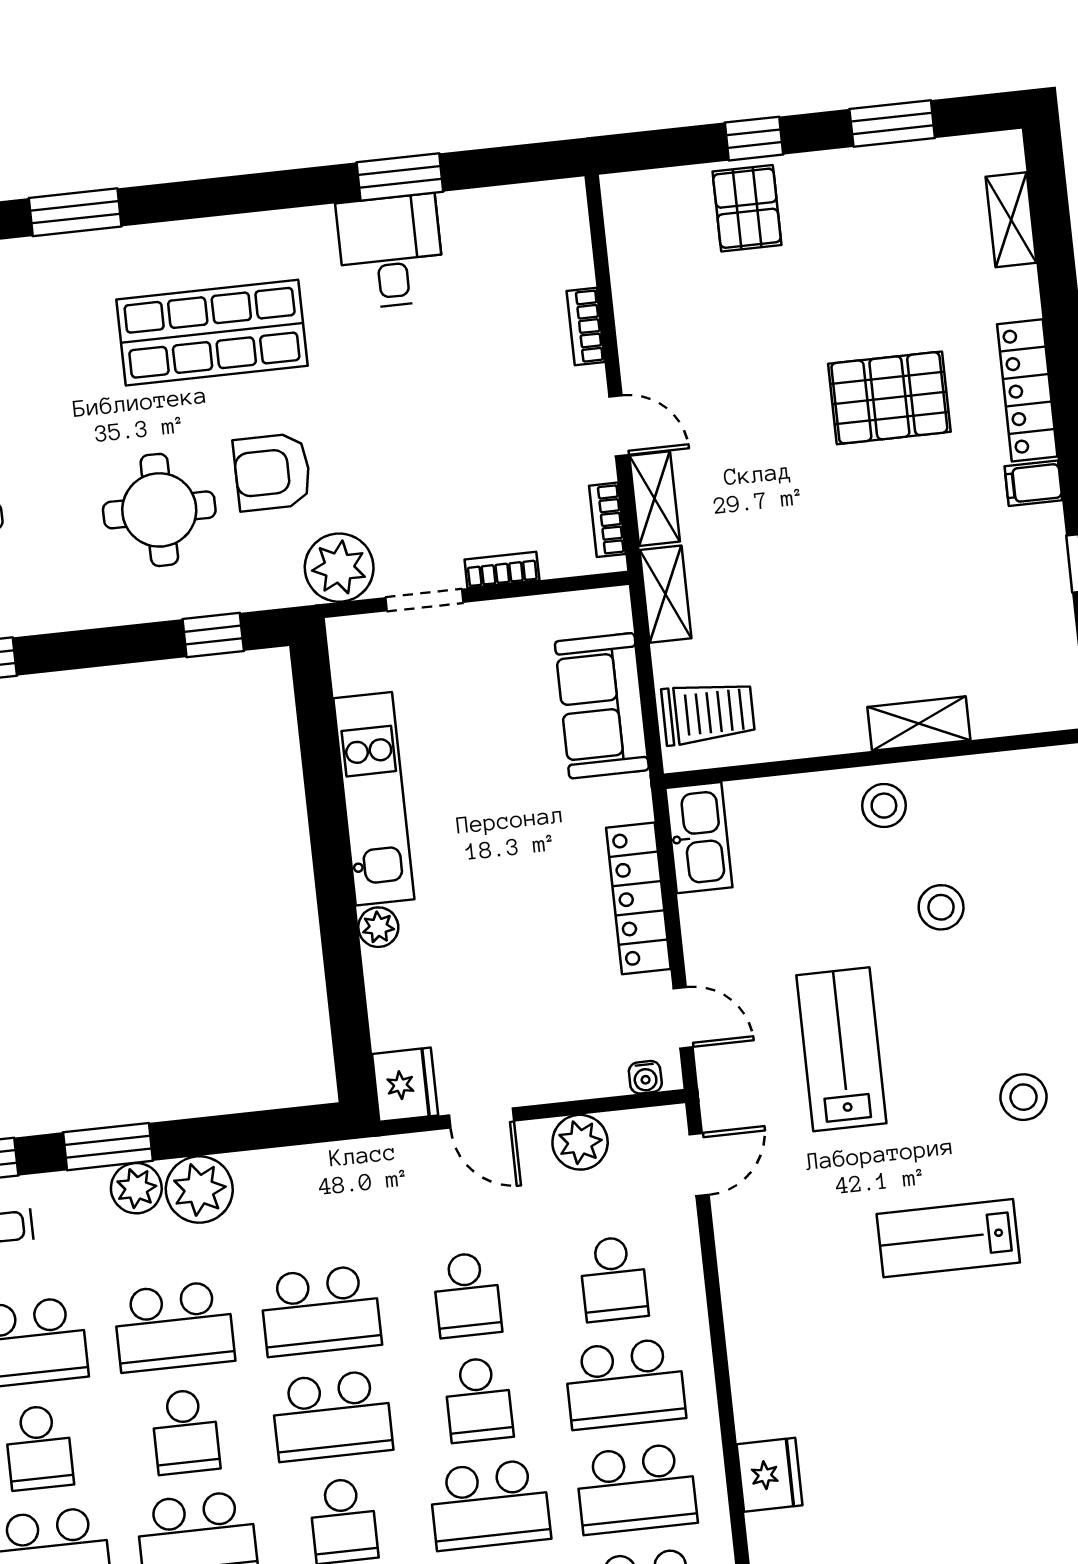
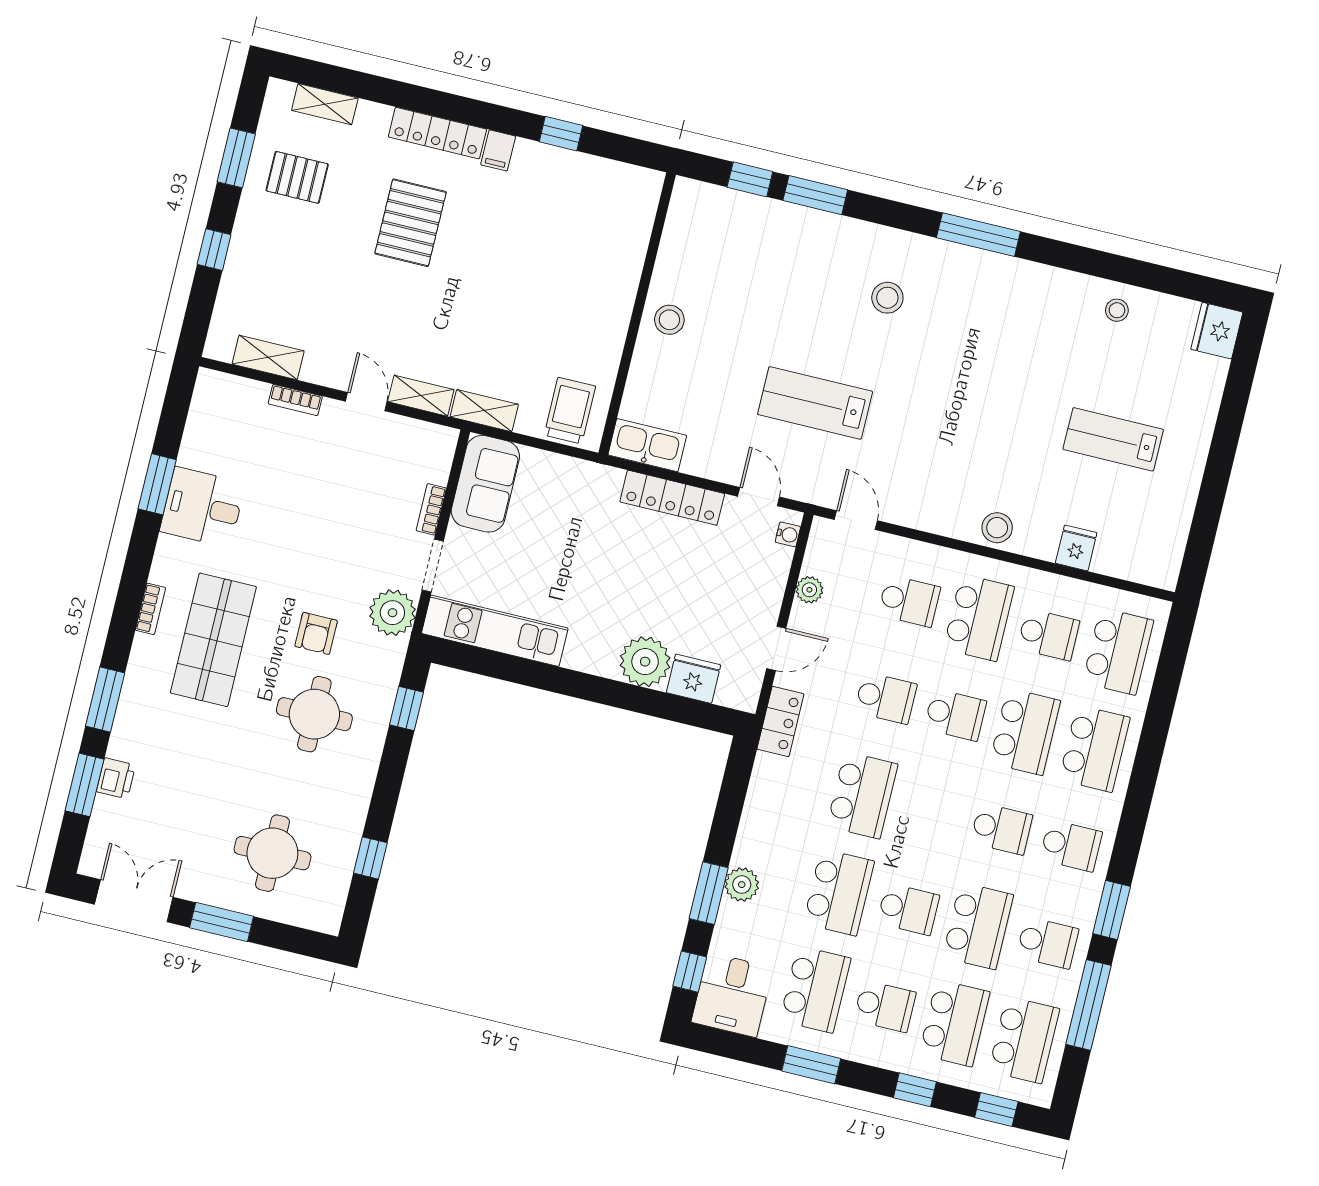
pallet: (747, 208) -> (297, 177), moved
door: (619, 426) -> (366, 402), hinge flipped
armchair: (272, 472) -> (316, 633), width x0.72, depth x0.72
bookcase: (607, 520) -> (150, 609), moved, turned -90
sofa: (602, 706) -> (485, 484), moved, turned -90
shelving: (919, 724) -> (268, 357), moved, turned 90
kitchen unit: (374, 799) -> (495, 631), moved
stool: (941, 907) -> (997, 528), moved
plant: (378, 927) -> (645, 662), width x1.88, depth x1.88
door: (683, 1018) -> (759, 497), hinge flipped
fridge: (405, 1085) -> (694, 679), moved
plant: (580, 1142) -> (809, 590), width x0.73, depth x0.73
locker: (382, 1160) -> (780, 722), added
plant: (199, 1189) -> (757, 845), removed
lab bench: (948, 1238) -> (1113, 439), moved, turned 90
school desk: (332, 1416) -> (932, 812), removed
fridge: (770, 1475) -> (1076, 548), width x0.72
school desk: (636, 1489) -> (1048, 635), width x0.54

